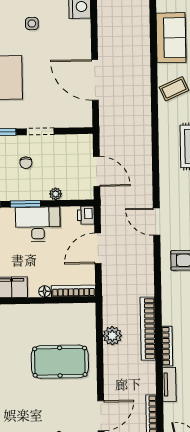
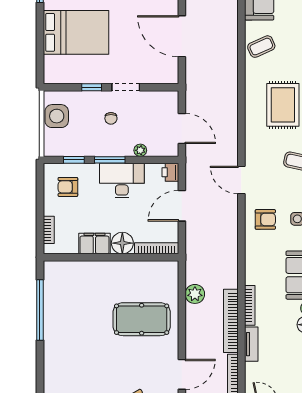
floor lamp: (45, 291) -> (122, 243), width x1.89, depth x1.89
bookcase: (148, 329) -> (231, 321), moved

